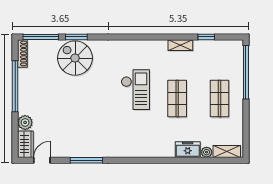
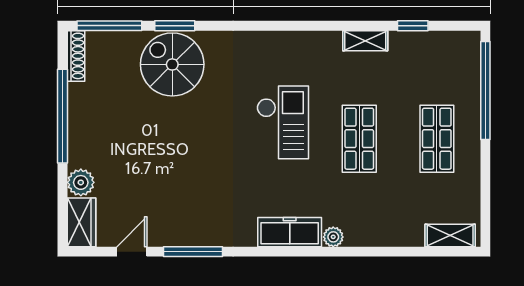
freezer: (188, 150) -> (290, 232), moved, width x1.40
plant: (207, 152) -> (333, 237), moved
door: (42, 160) -> (132, 252), moved

